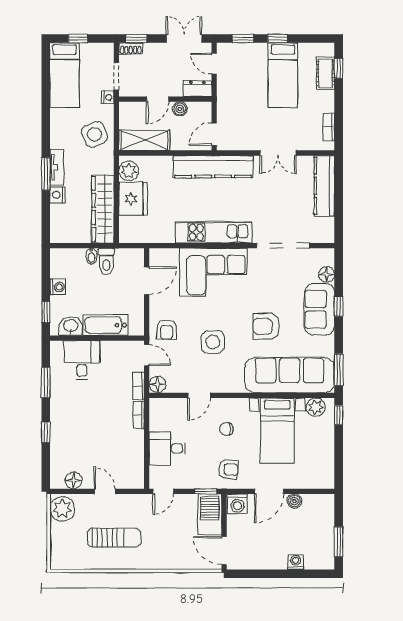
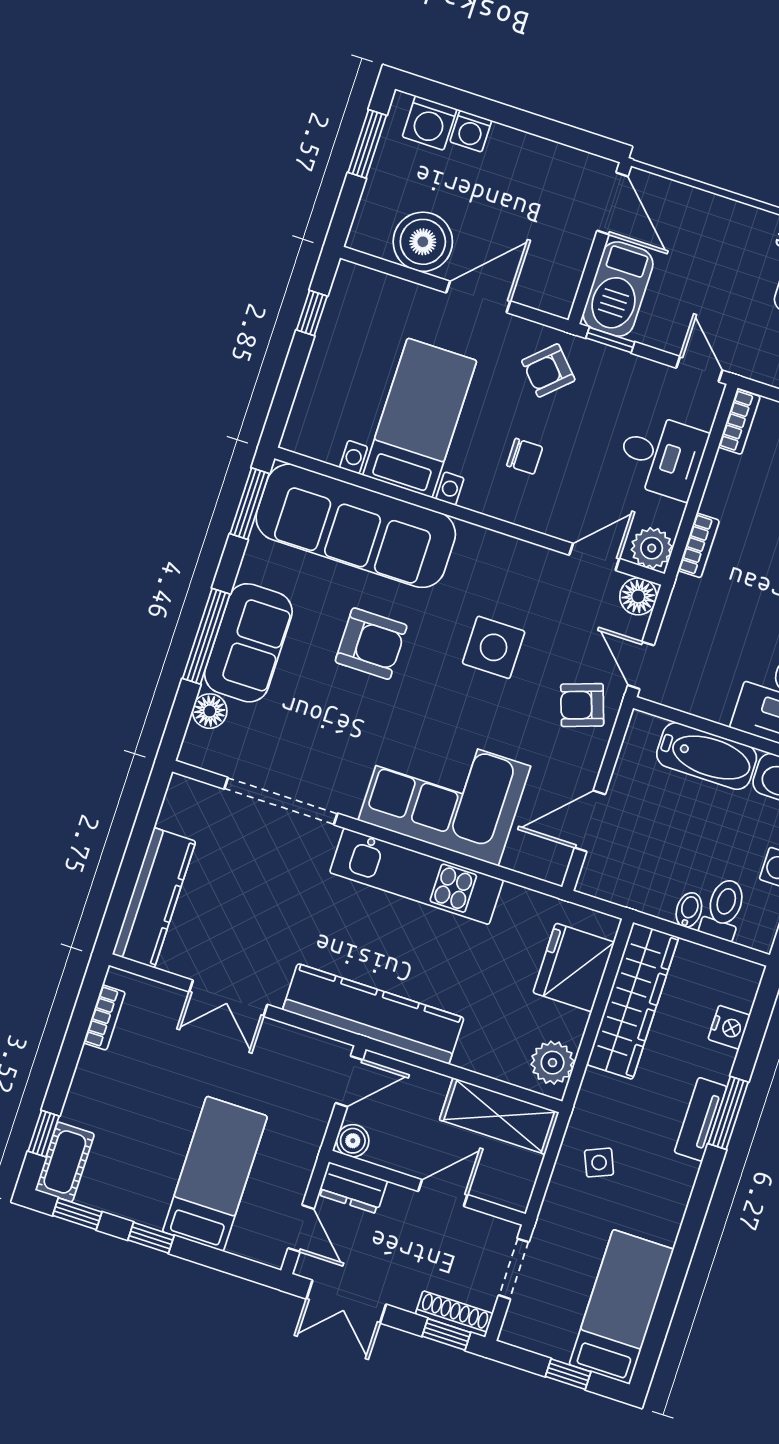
window: (243, 39) -> (77, 1214), moved
shoe rack: (131, 48) -> (454, 1314), width x1.43
cot: (325, 73) -> (65, 1162), moved
bed: (283, 75) -> (215, 1174), moved
nightstand: (108, 97) -> (546, 1231), removed
boiler: (180, 109) -> (353, 1141), moved
side table: (95, 134) -> (599, 1163), width x0.54, depth x0.54
double door: (278, 153) -> (228, 998), swing flipped
nightstand: (57, 195) -> (729, 1027), moved
fridge: (133, 199) -> (574, 967), moved
toilet: (106, 261) -> (724, 909), moved
window: (339, 306) -> (206, 636), width x2.17
armchair: (166, 330) -> (582, 705), turned -109
bookcase: (139, 386) -> (739, 422), moved
door: (199, 395) -> (594, 557), moved
plant: (316, 407) -> (652, 548), moved
window: (339, 415) -> (312, 313), moved
armchair: (228, 469) -> (548, 370), turned -48
door: (163, 491) -> (699, 369), hinge flipped
boiler: (294, 501) -> (423, 242), width x1.86, depth x1.86
washing machine: (237, 504) -> (430, 123), moved, turned 180

